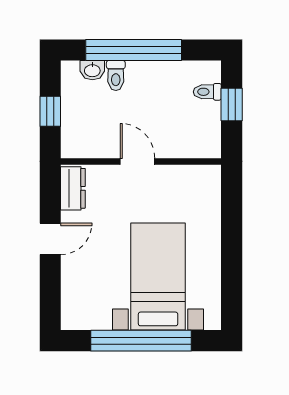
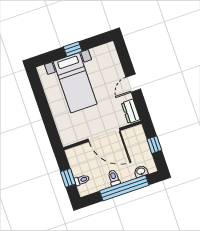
toilet: (116, 75) -> (114, 178), moved
door: (138, 161) -> (104, 135), width x1.88
window: (141, 341) -> (73, 49), width x0.32

